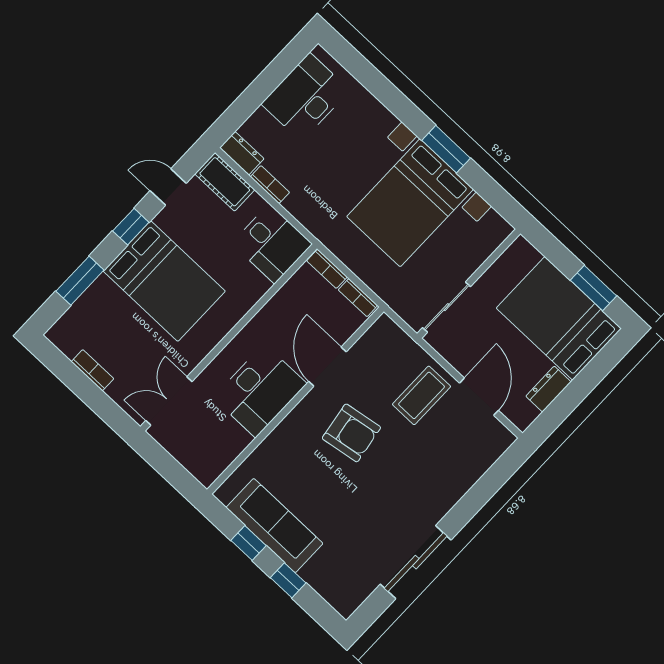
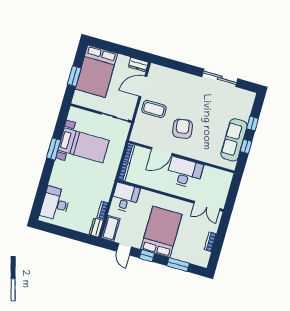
desk: (305, 97) -> (55, 204), moved, turned 90
bed with nightstands: (410, 203) -> (84, 145), width x0.73
window: (593, 288) -> (74, 76), moved
dresser: (549, 389) -> (138, 65), moved

